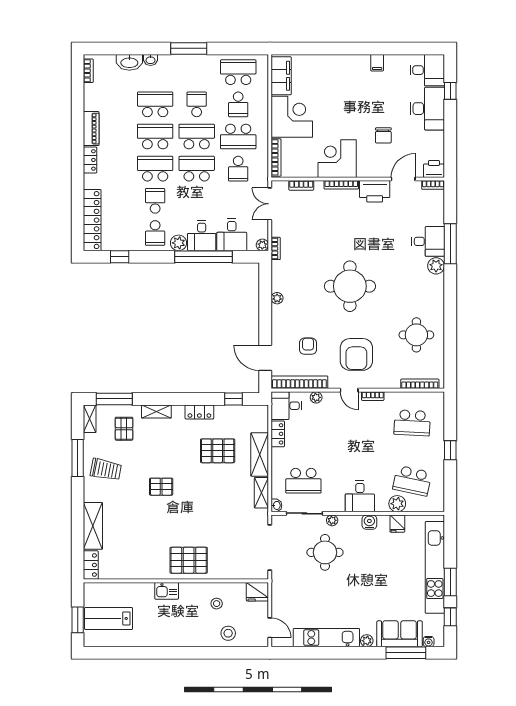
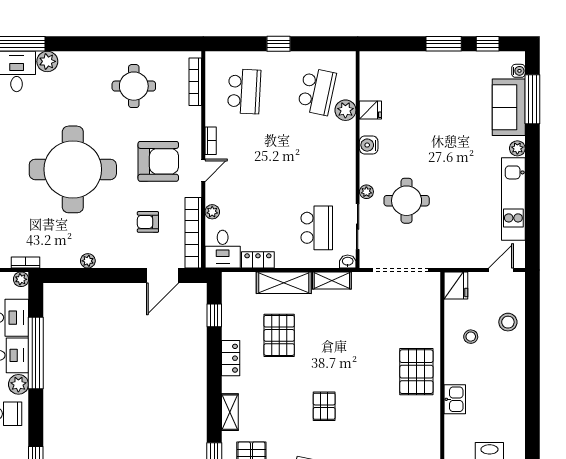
round table: (350, 286) -> (73, 169), width x1.36, depth x1.36
desk: (360, 496) -> (336, 157), removed
kitchen unit: (435, 567) -> (425, 63), removed

